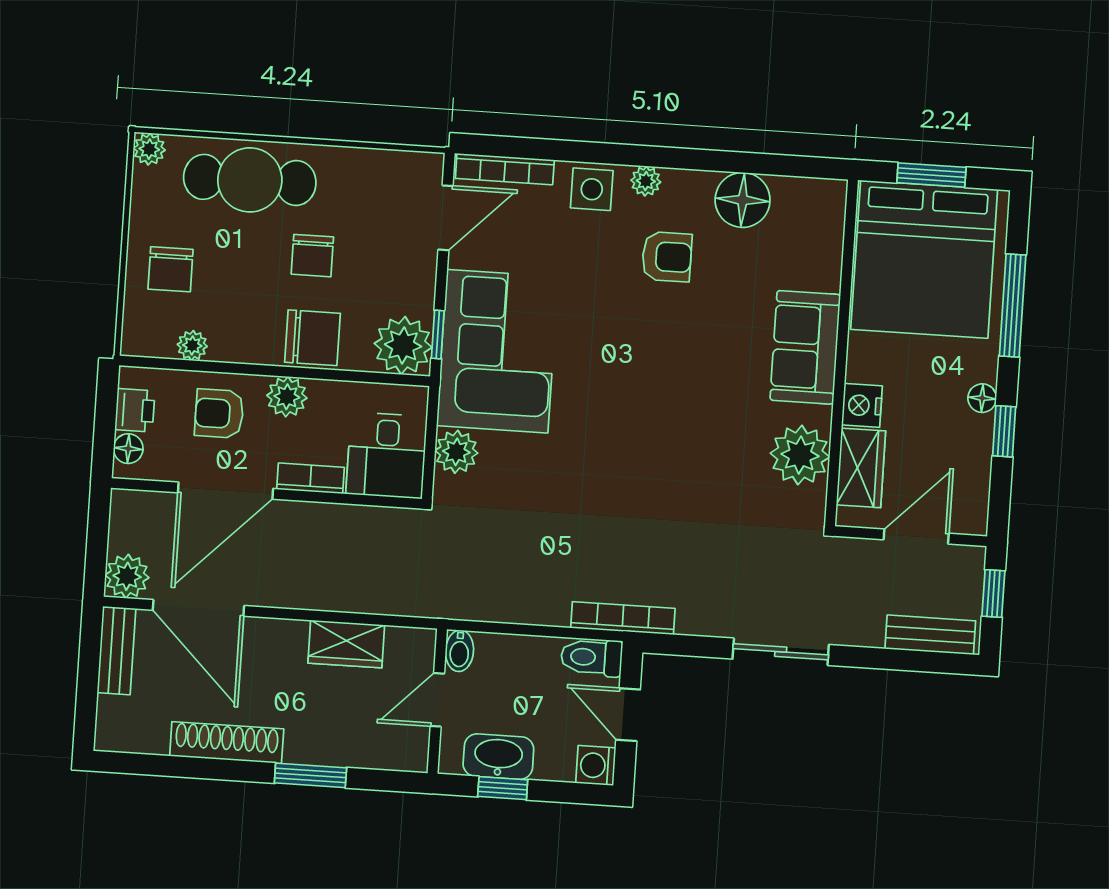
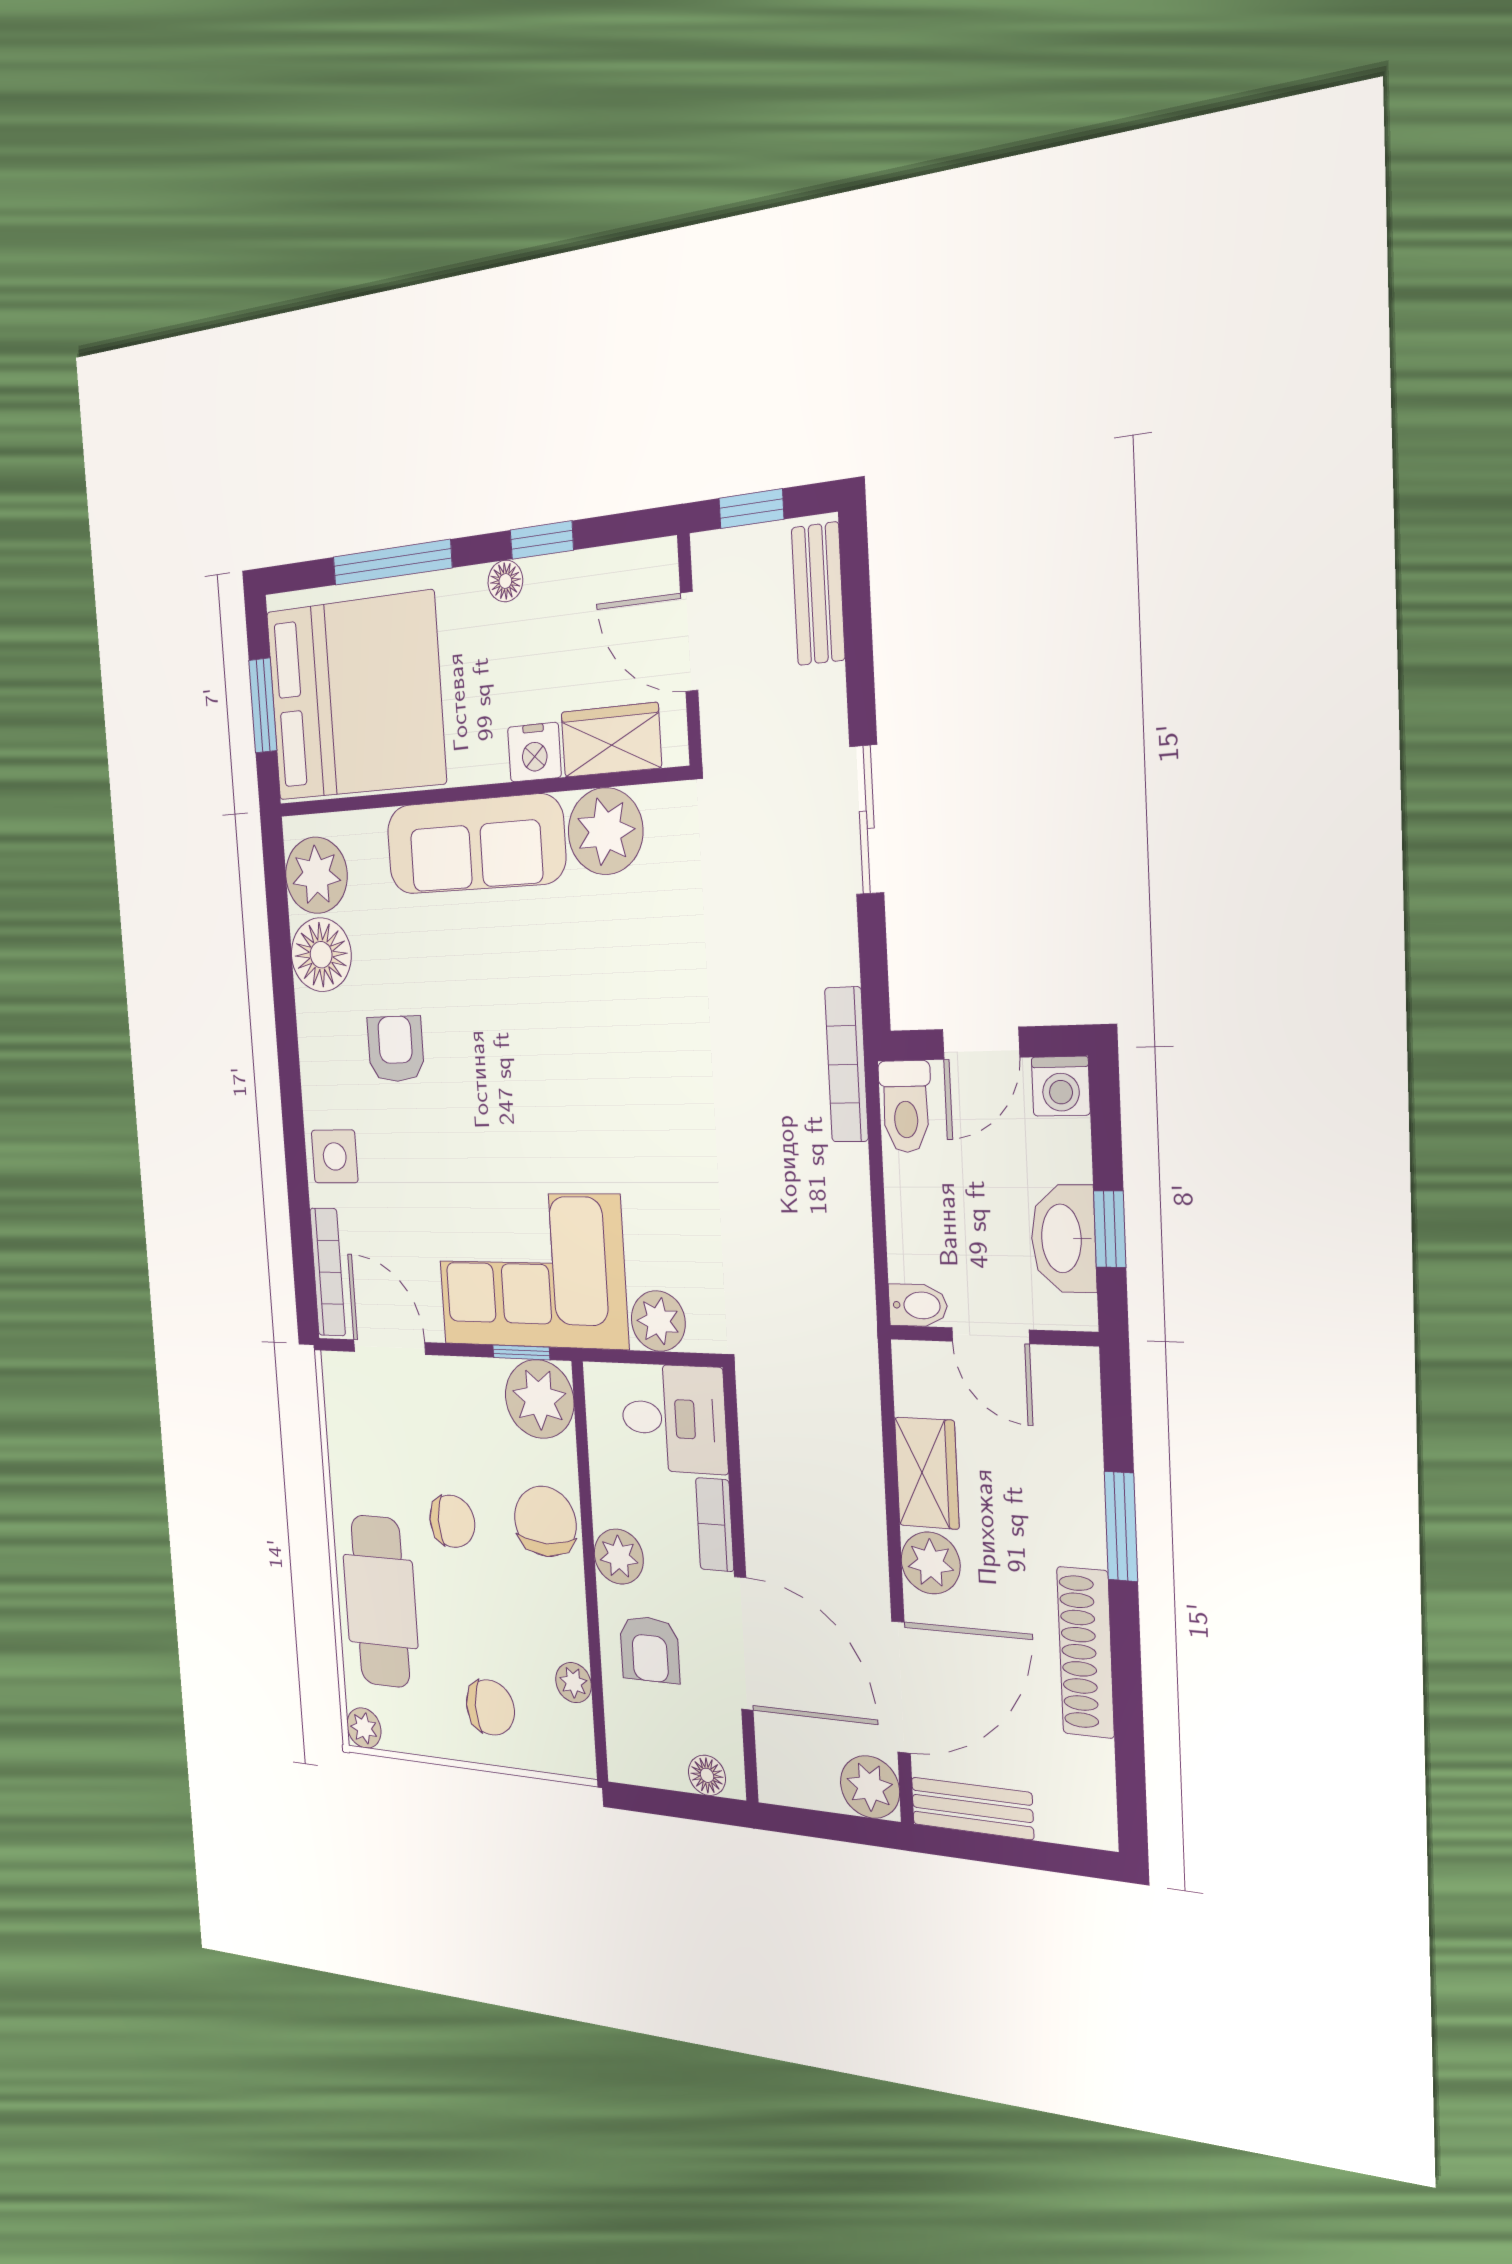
plant: (646, 181) -> (316, 875), moved, width x1.87, depth x1.87
sofa: (805, 347) -> (475, 844), width x1.36
printer: (135, 410) -> (659, 1764), removed
plant: (285, 640) -> (931, 1563), added

